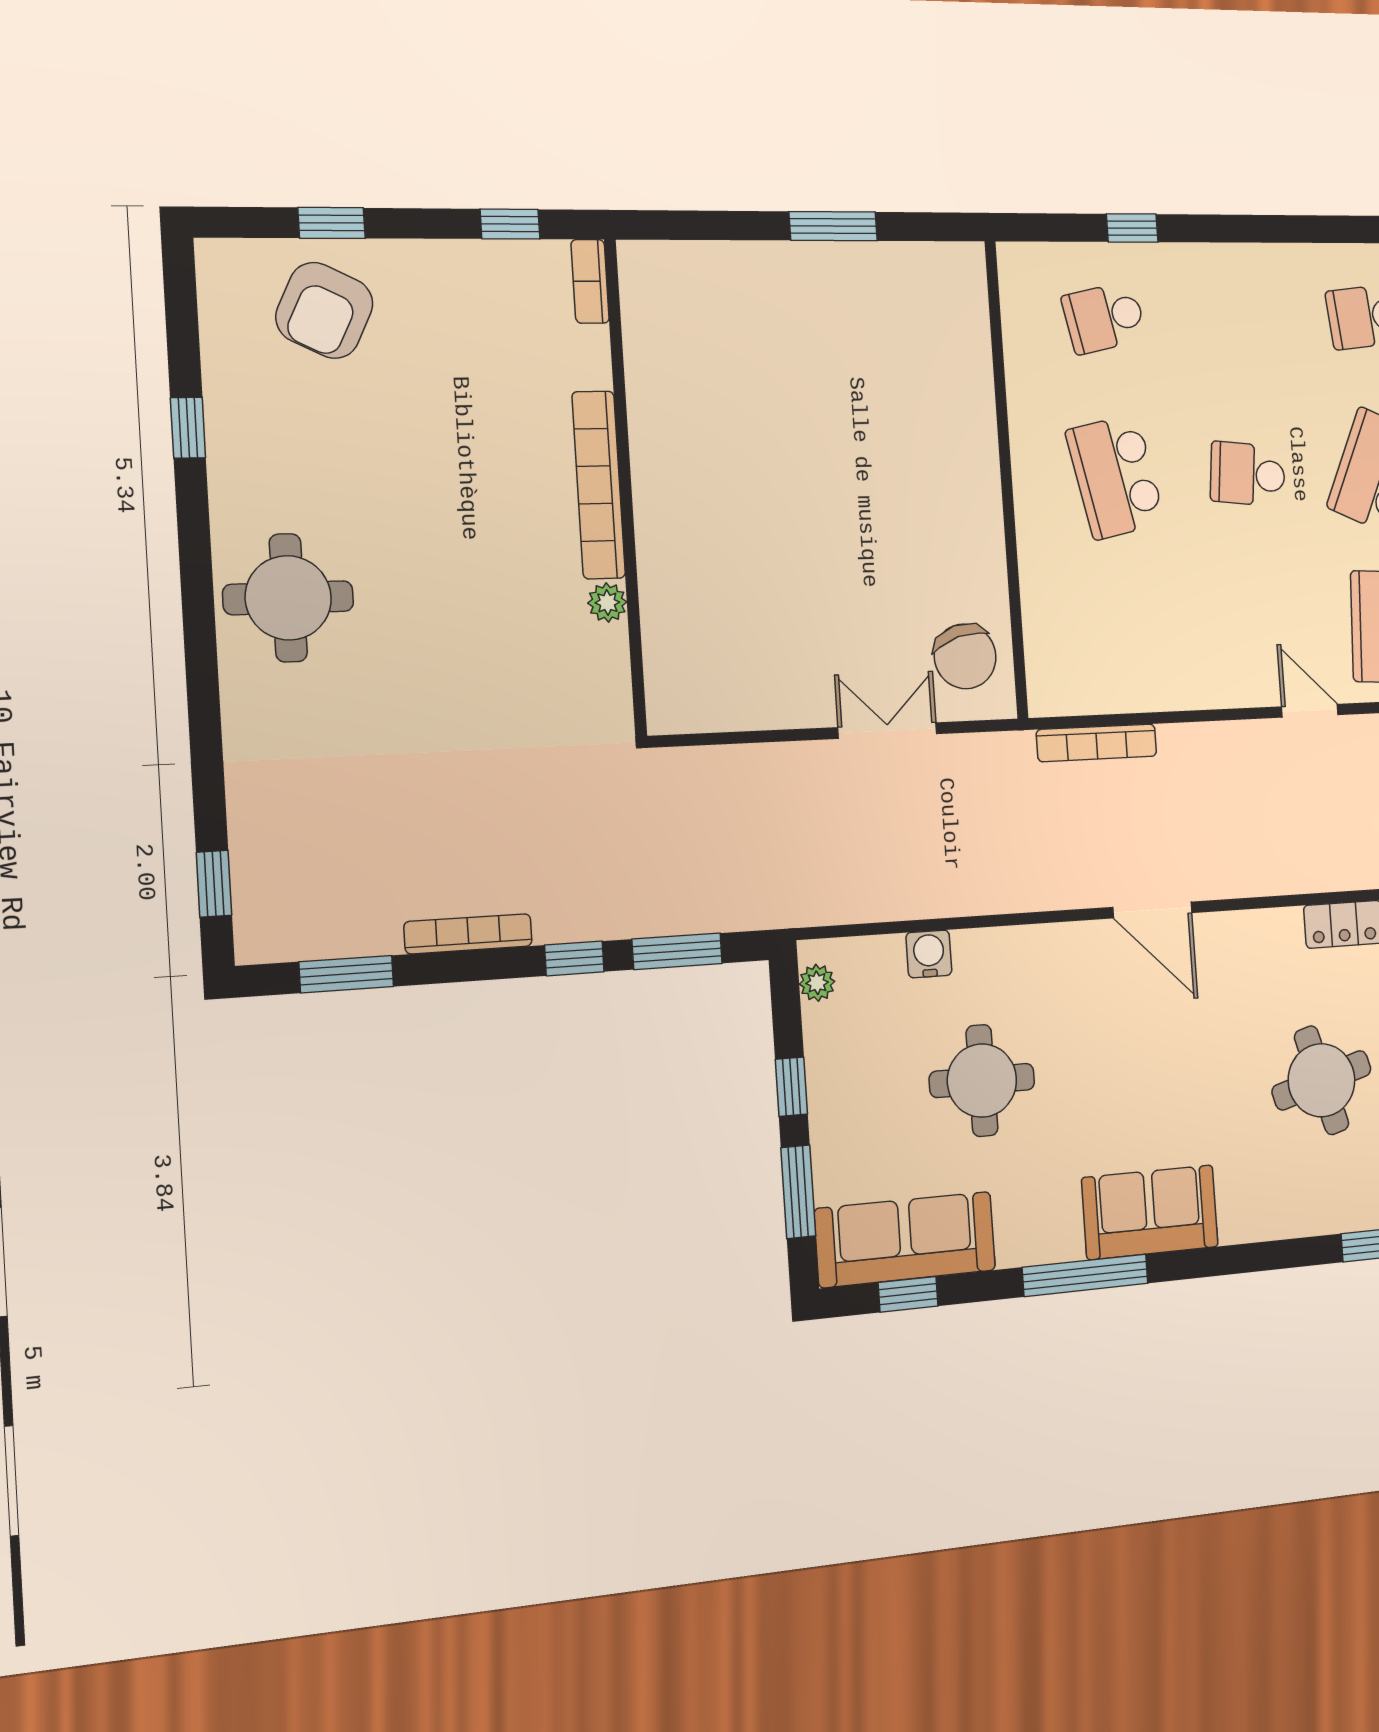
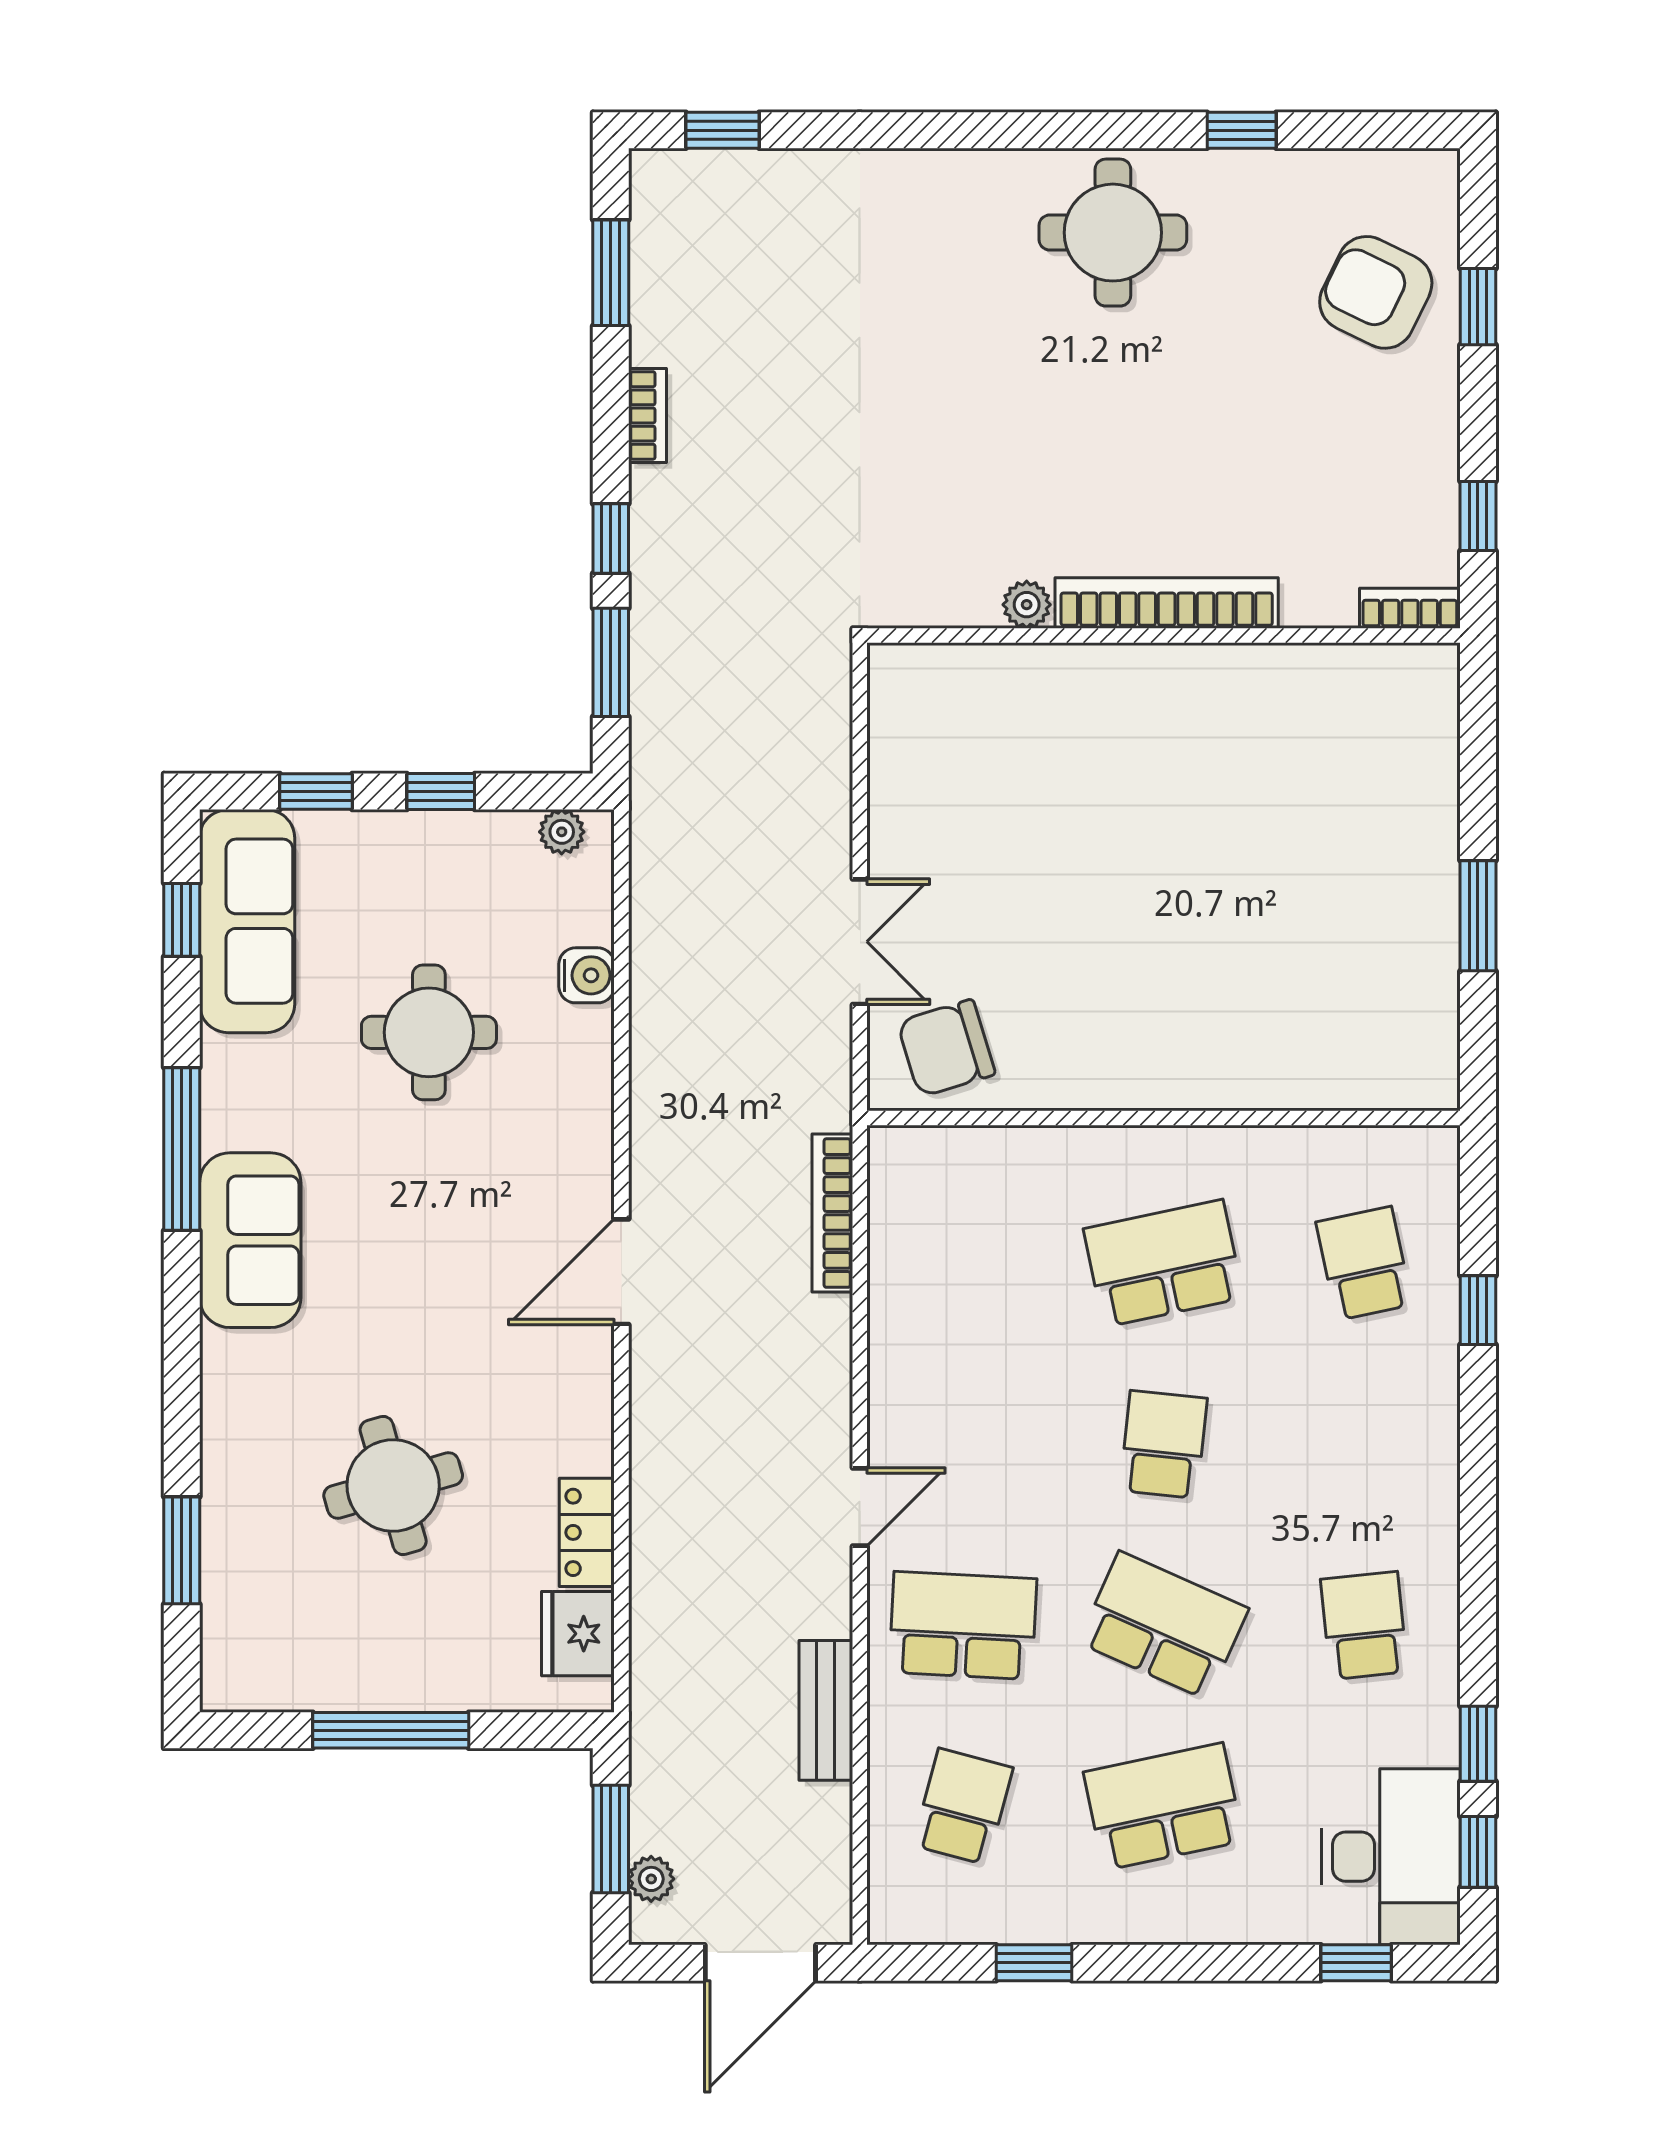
round table: (288, 598) -> (1113, 233), moved
bookcase: (468, 934) -> (647, 415), width x0.64
window: (798, 1192) -> (316, 792), width x0.67

